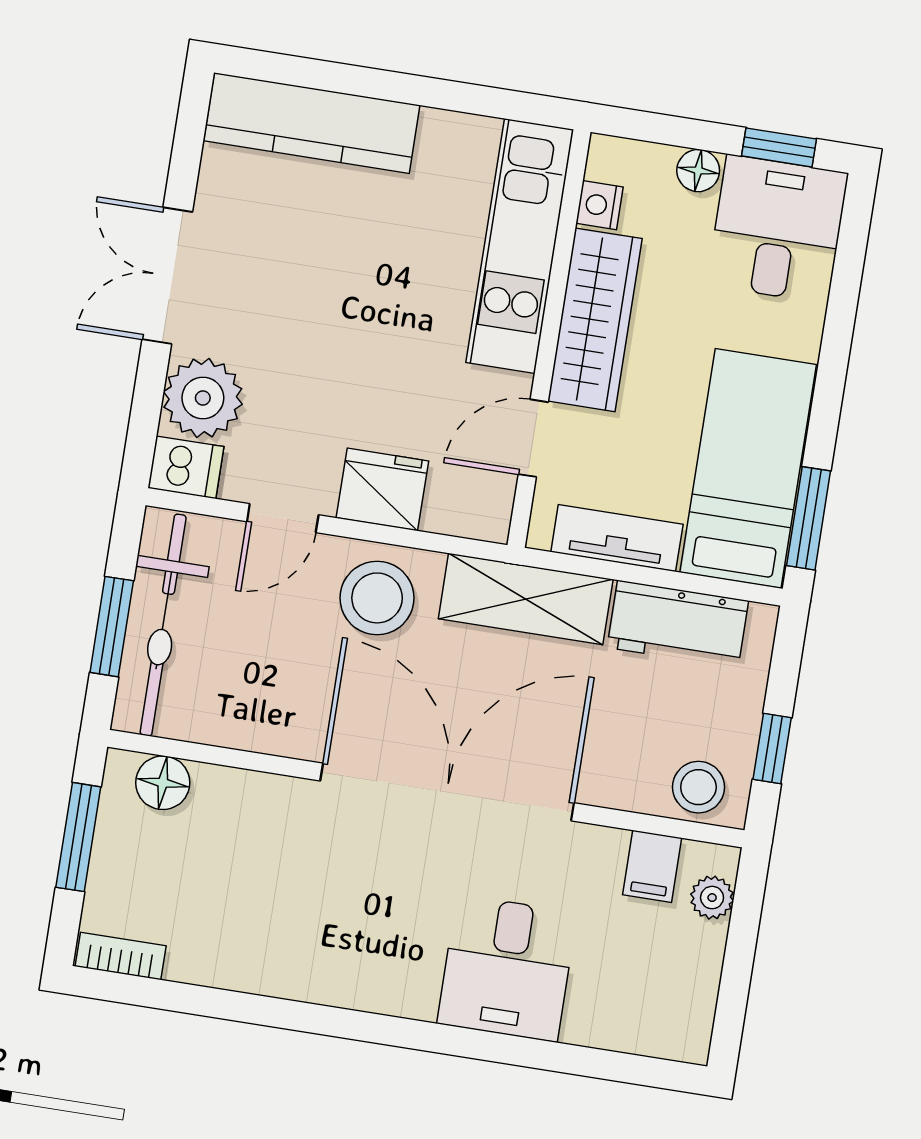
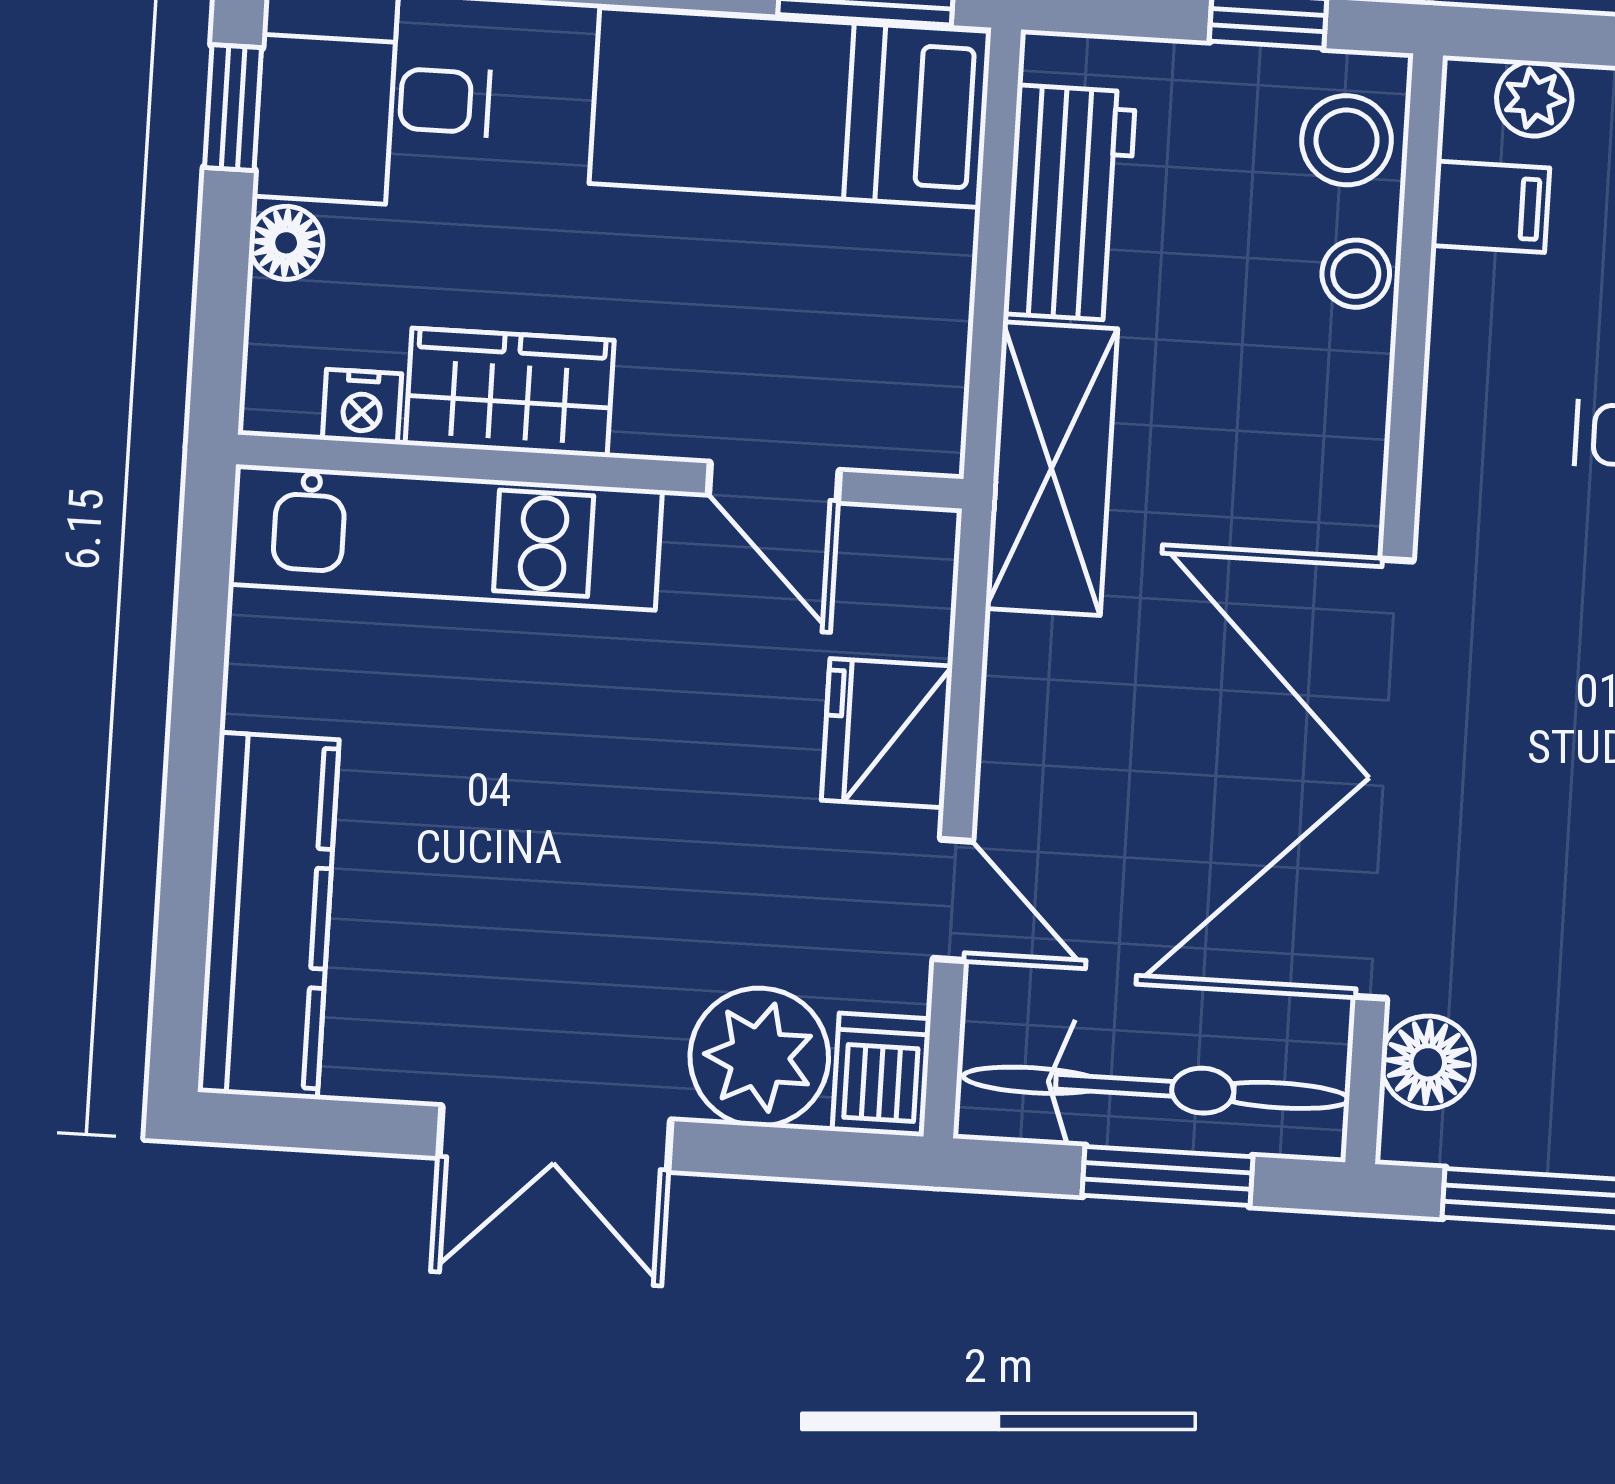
wardrobe: (595, 320) -> (510, 393), width x0.67
tv unit: (617, 538) -> (932, 322), removed
stool: (377, 598) -> (1356, 274), moved, width x0.53, depth x0.53
double door: (447, 792) -> (1384, 779), moved

